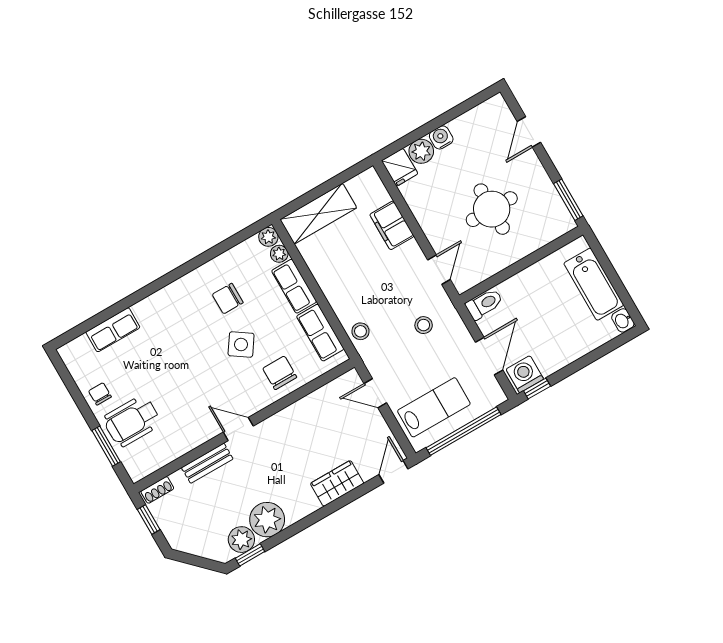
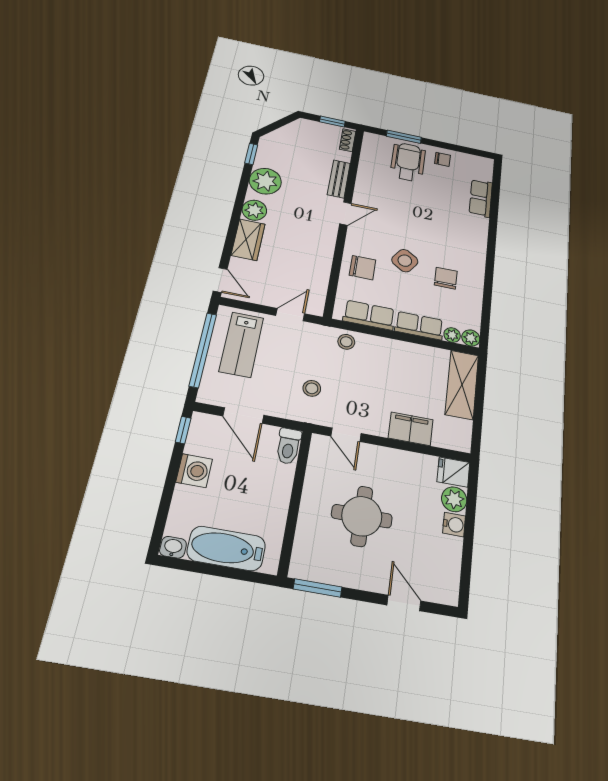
washing machine: (525, 374) -> (194, 471), moved
plant: (241, 540) -> (254, 210), moved

